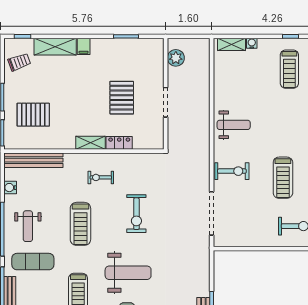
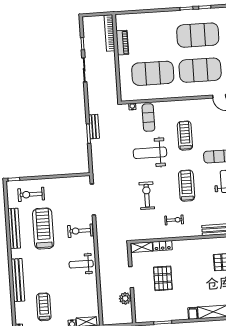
plant: (176, 58) -> (125, 298), moved
shelving: (90, 143) -> (142, 247), moved
treadmill: (283, 178) -> (43, 229), width x1.37, depth x1.38

